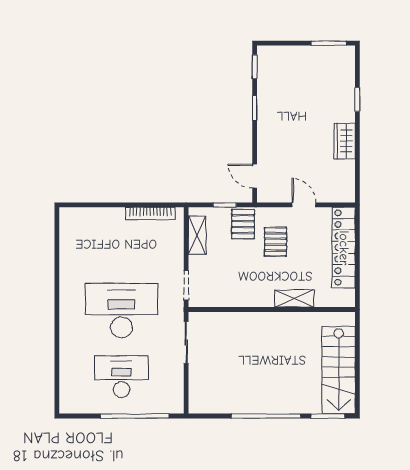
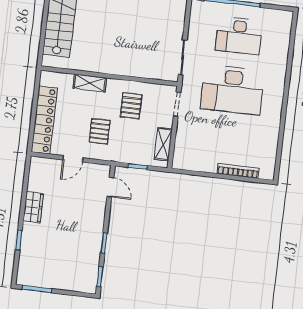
door: (304, 205) -> (73, 159), hinge flipped
bookcase: (150, 213) -> (238, 171), moved
pallet: (243, 224) -> (131, 106), moved

